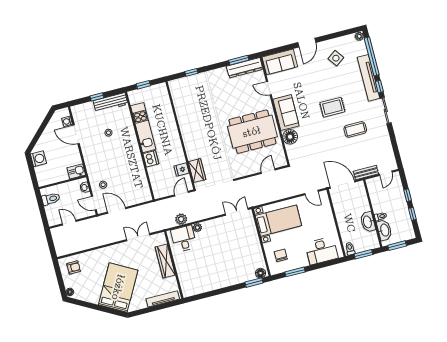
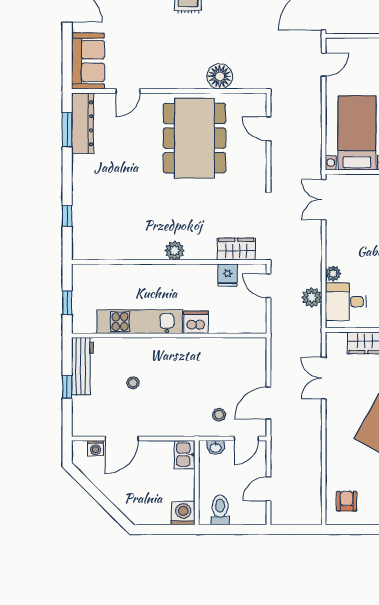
sofa: (286, 113) -> (177, 73), removed
plant: (187, 137) -> (175, 251), added
washing machine: (38, 159) -> (183, 513), moved

